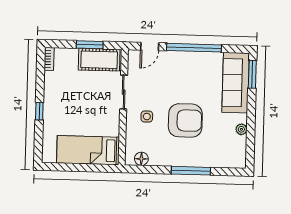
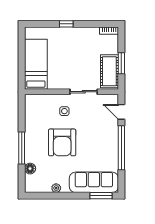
floor lamp: (141, 159) -> (30, 169), moved

